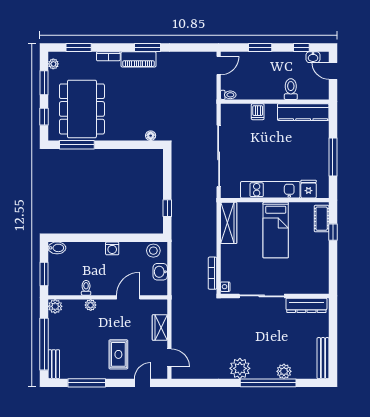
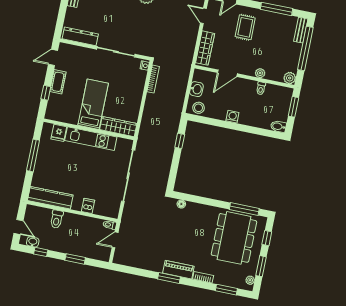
door: (219, 65) -> (115, 240), moved
cot: (322, 219) -> (58, 82), moved
wardrobe: (229, 223) -> (118, 127), moved, turned 90
door: (333, 275) -> (53, 57), added
wardrobe: (160, 327) -> (205, 48), width x1.50

